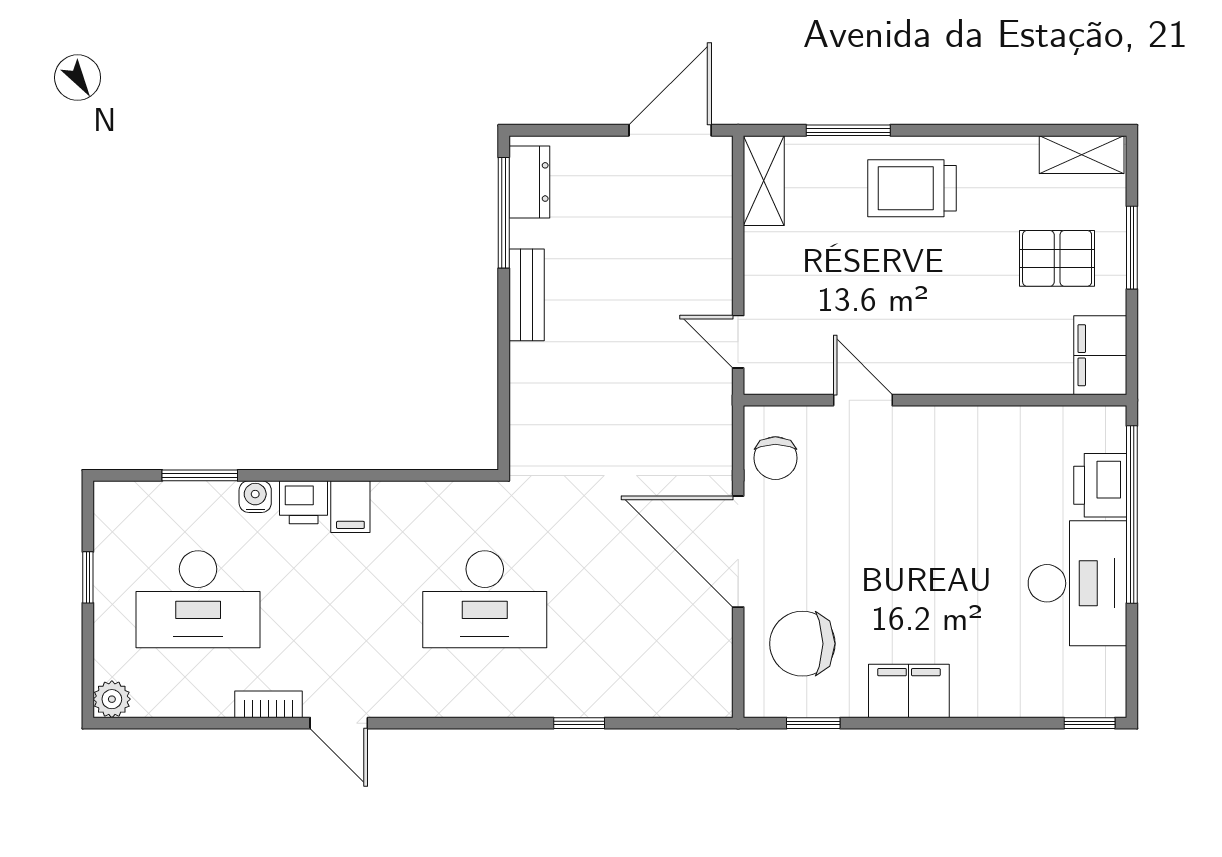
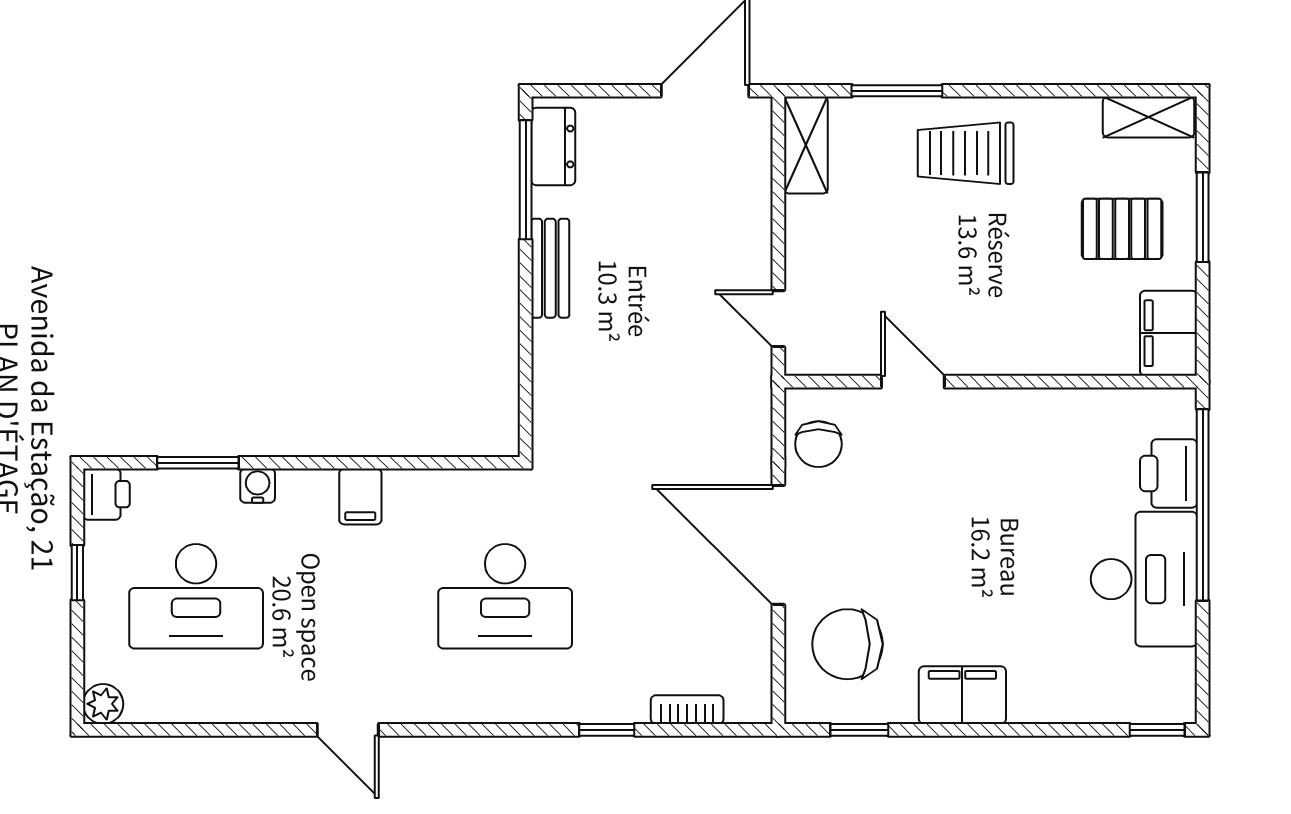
printer: (304, 502) -> (106, 494), moved, turned -90
bookcase: (269, 704) -> (687, 710), moved

